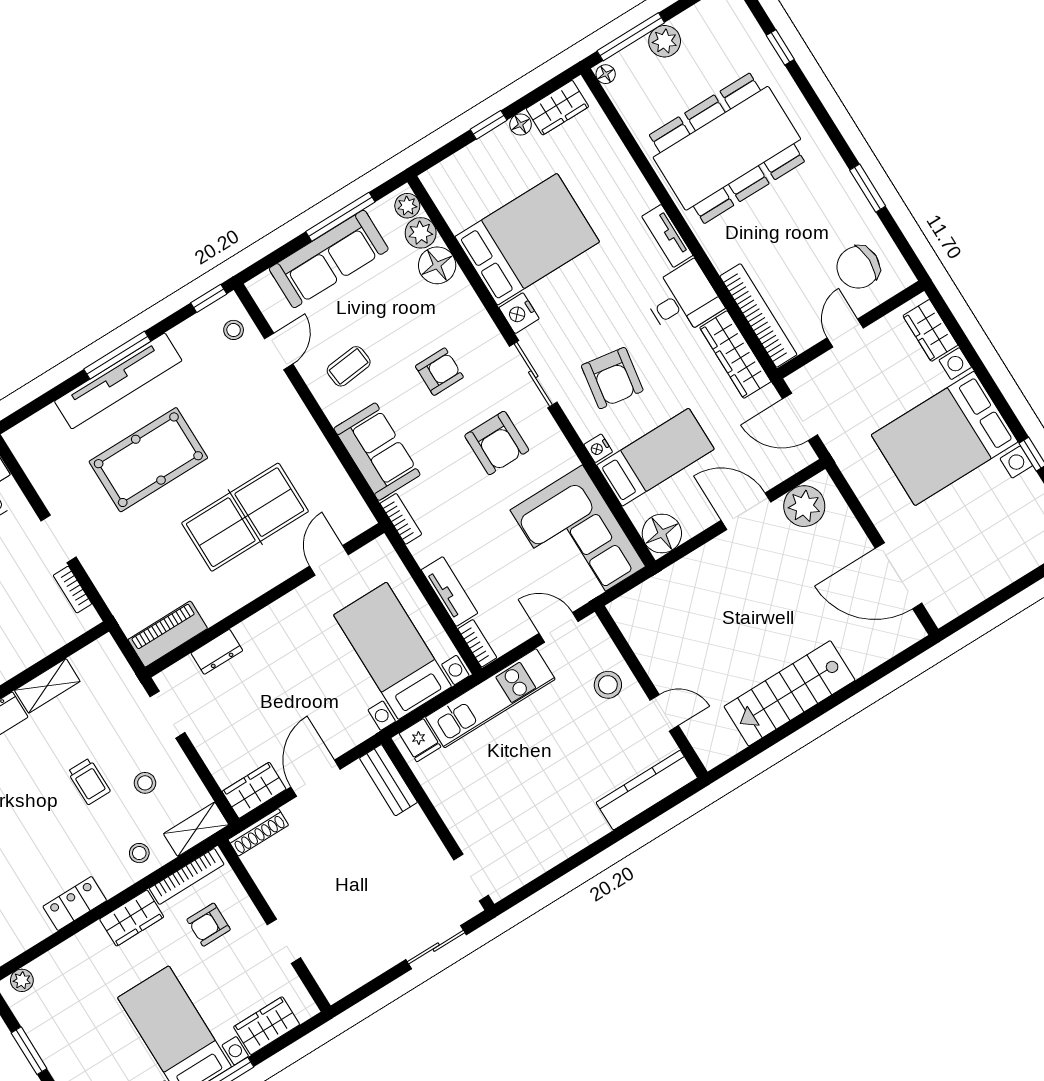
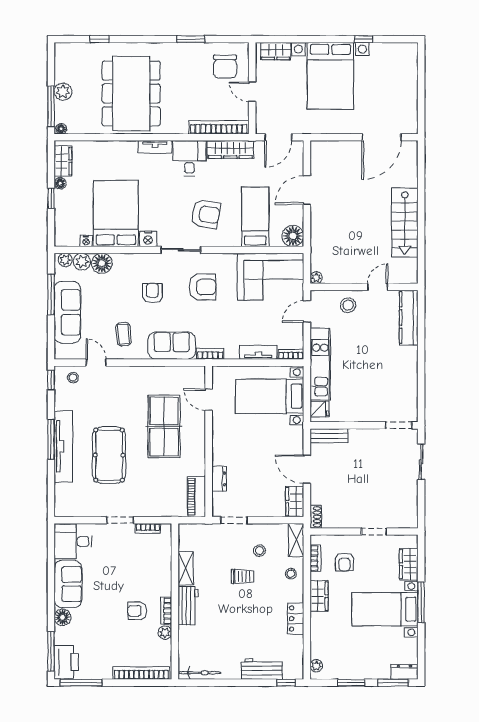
nightstand: (598, 448) -> (86, 241), moved
plant: (804, 506) -> (316, 278), moved, width x0.53, depth x0.53
shoe rack: (258, 832) -> (316, 517), width x0.70
bookcase: (187, 876) -> (315, 558), width x0.64

